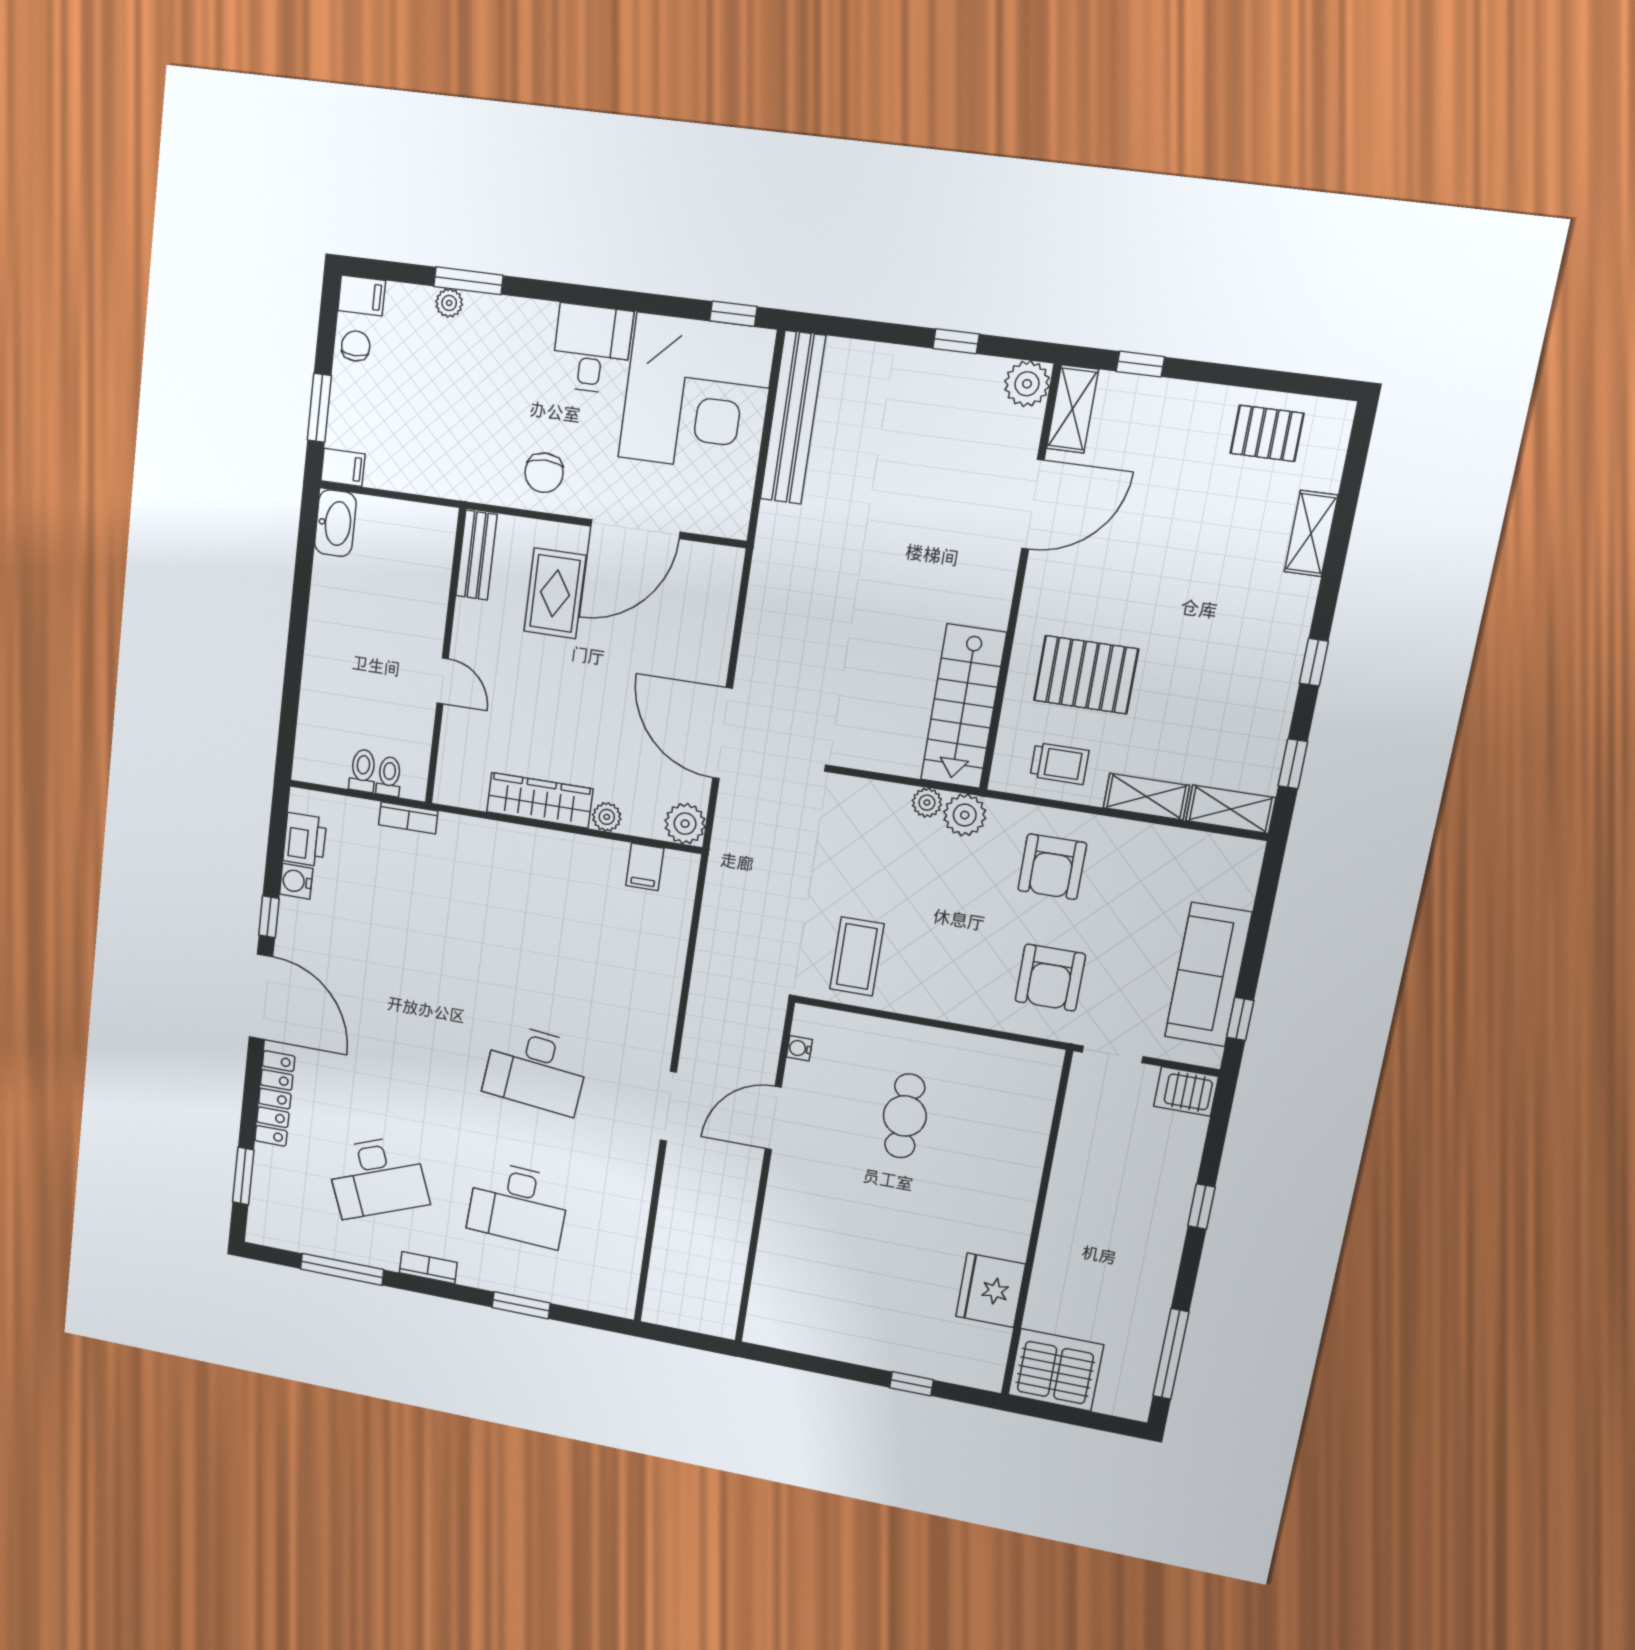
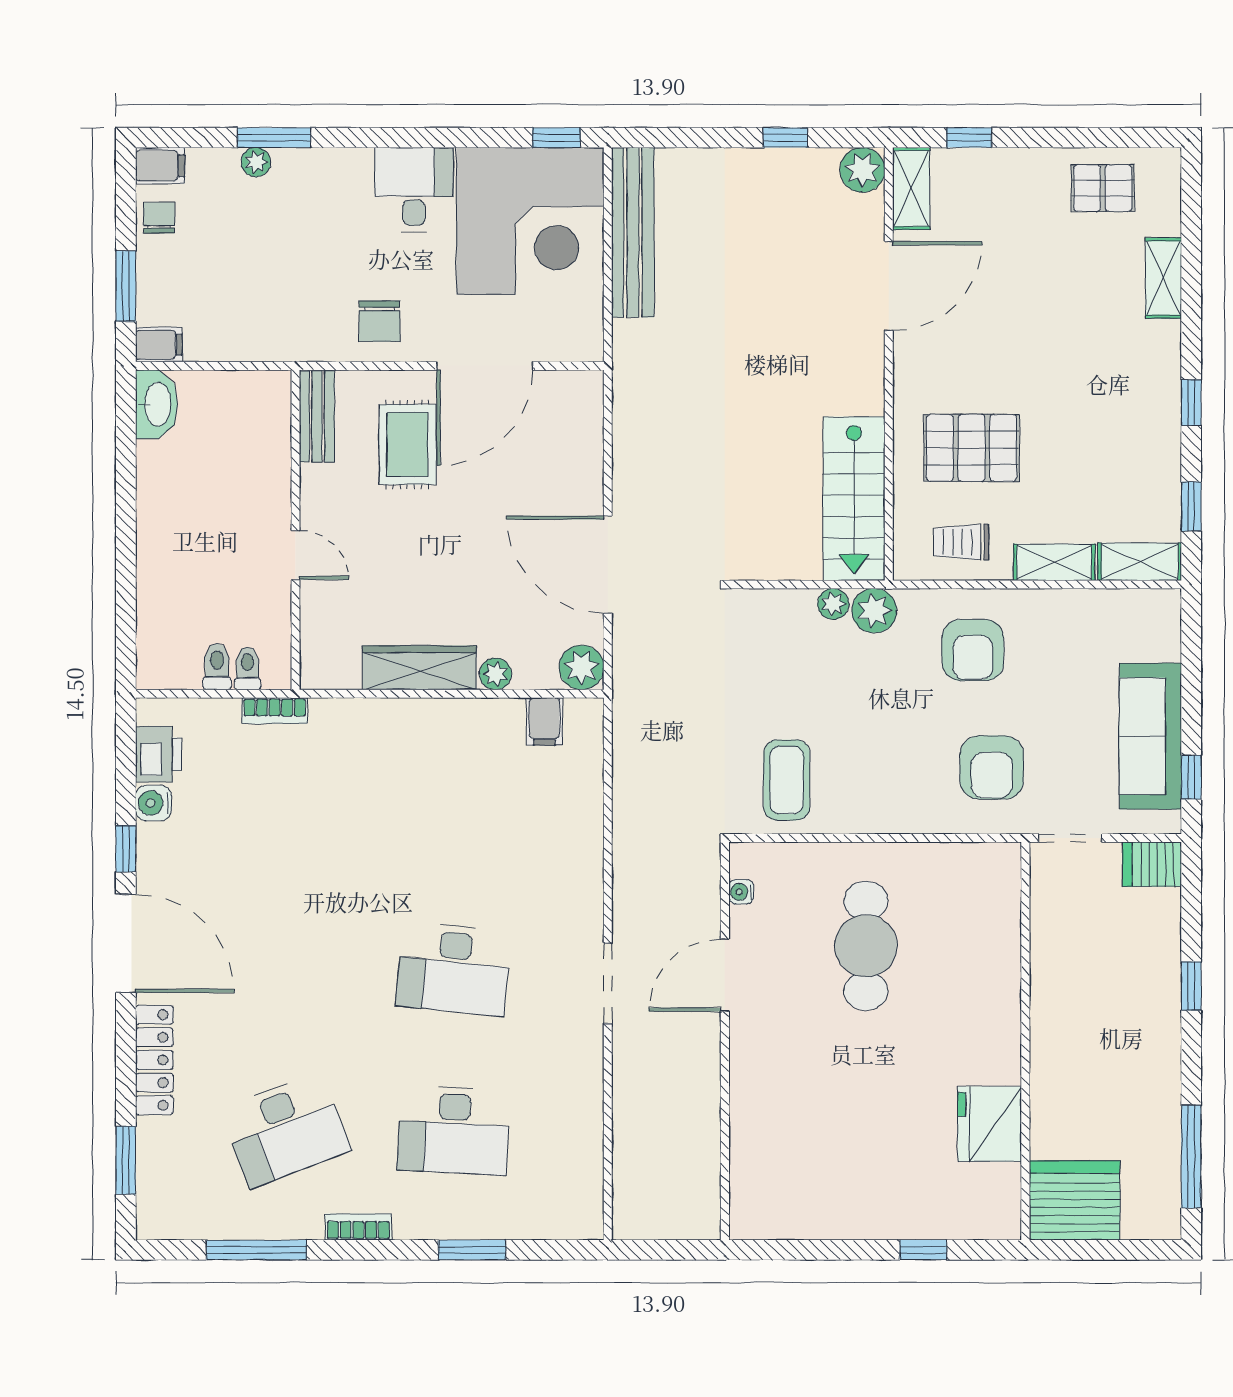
trolley: (1059, 763) -> (961, 542), turned 180
cafe table: (905, 1116) -> (866, 946), width x1.37, depth x1.35

